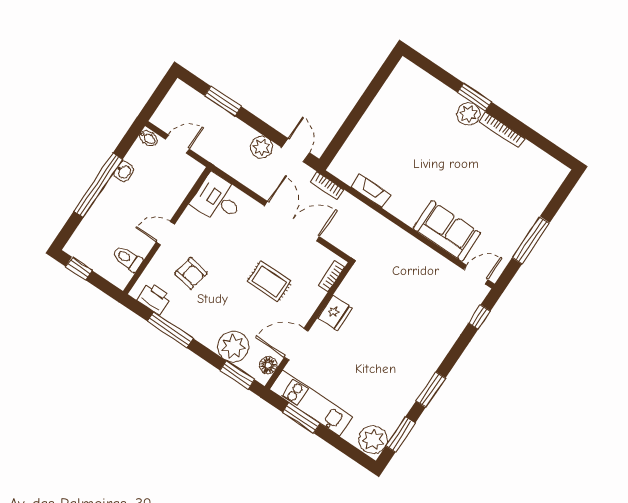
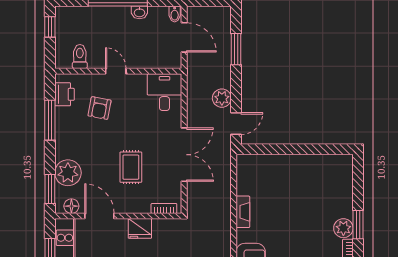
door: (177, 144) -> (184, 37), width x1.38
bookcase: (327, 186) -> (226, 163), removed
fireplace: (371, 191) -> (243, 212), moved

